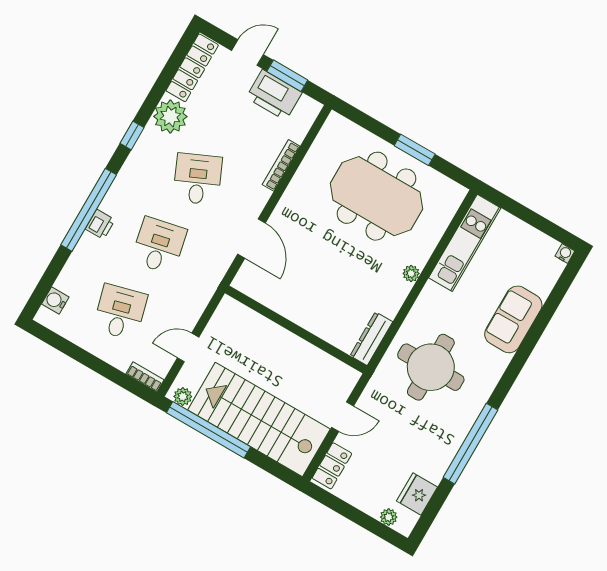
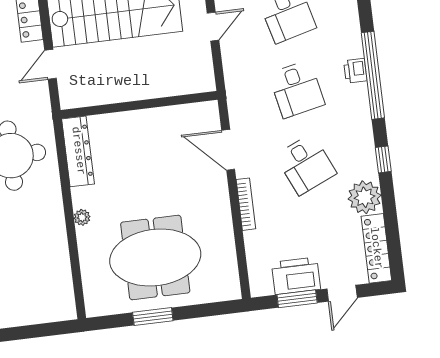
bookcase: (281, 165) -> (246, 204), moved
kitchen unit: (465, 243) -> (58, 273), removed
dresser: (371, 339) -> (78, 151), width x1.37, depth x1.24

